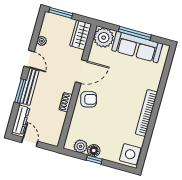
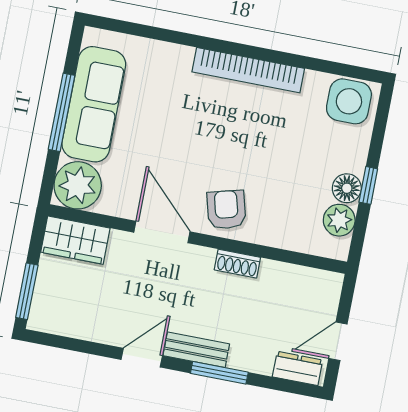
plant: (42, 41) -> (97, 331), removed
bench: (29, 87) -> (196, 350), width x0.73
dresser: (21, 120) -> (298, 368), width x0.70

